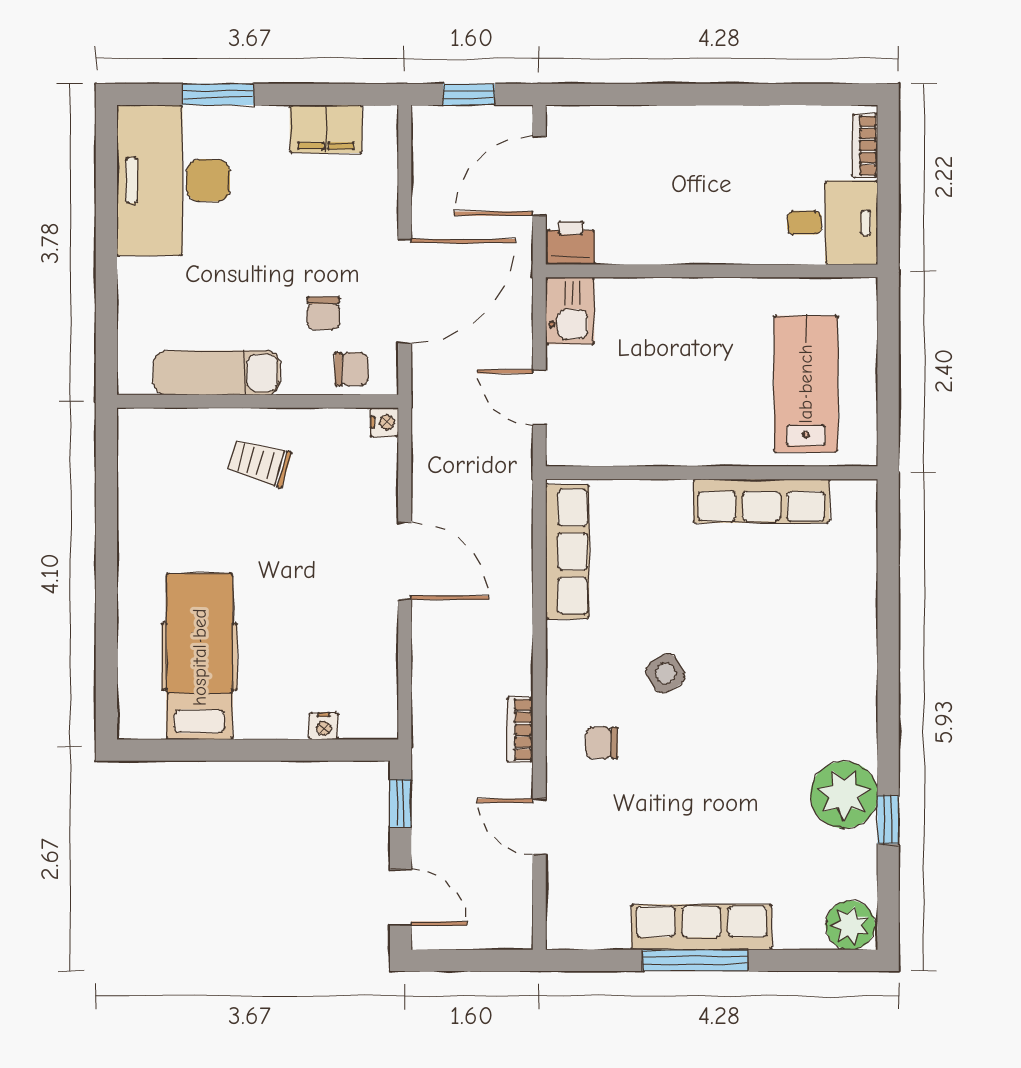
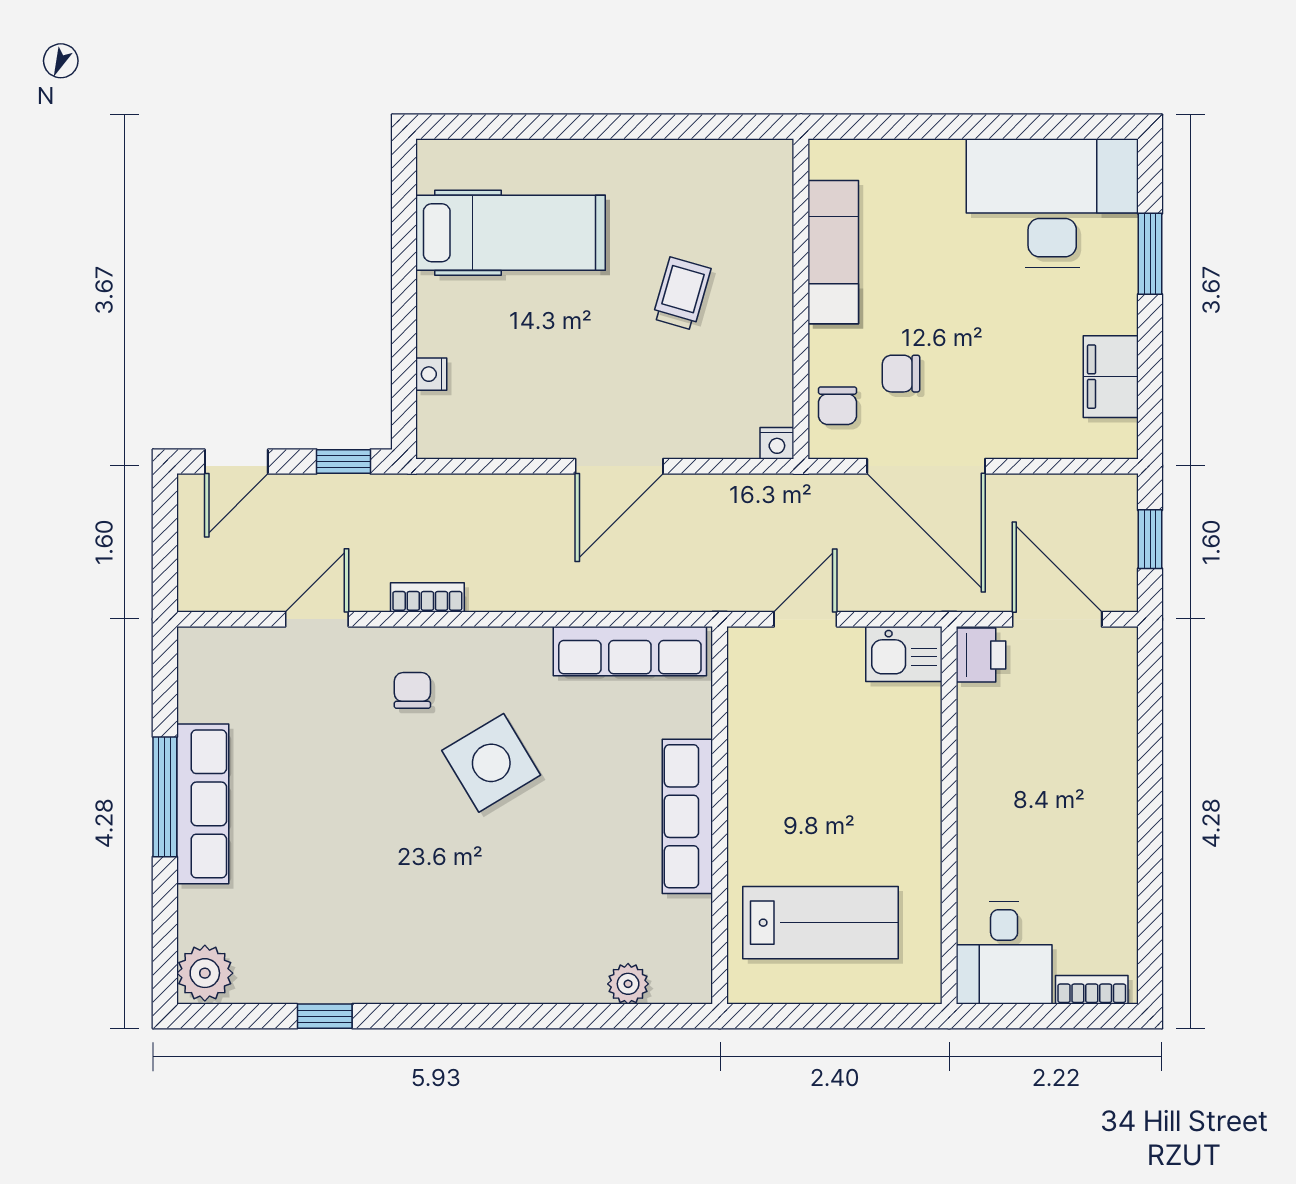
trolley: (259, 462) -> (682, 294), moved
row of seats: (761, 501) -> (687, 816), moved
side table: (665, 673) -> (491, 763), width x1.87, depth x1.87
plant: (844, 795) -> (628, 984), moved, width x0.53, depth x0.53

